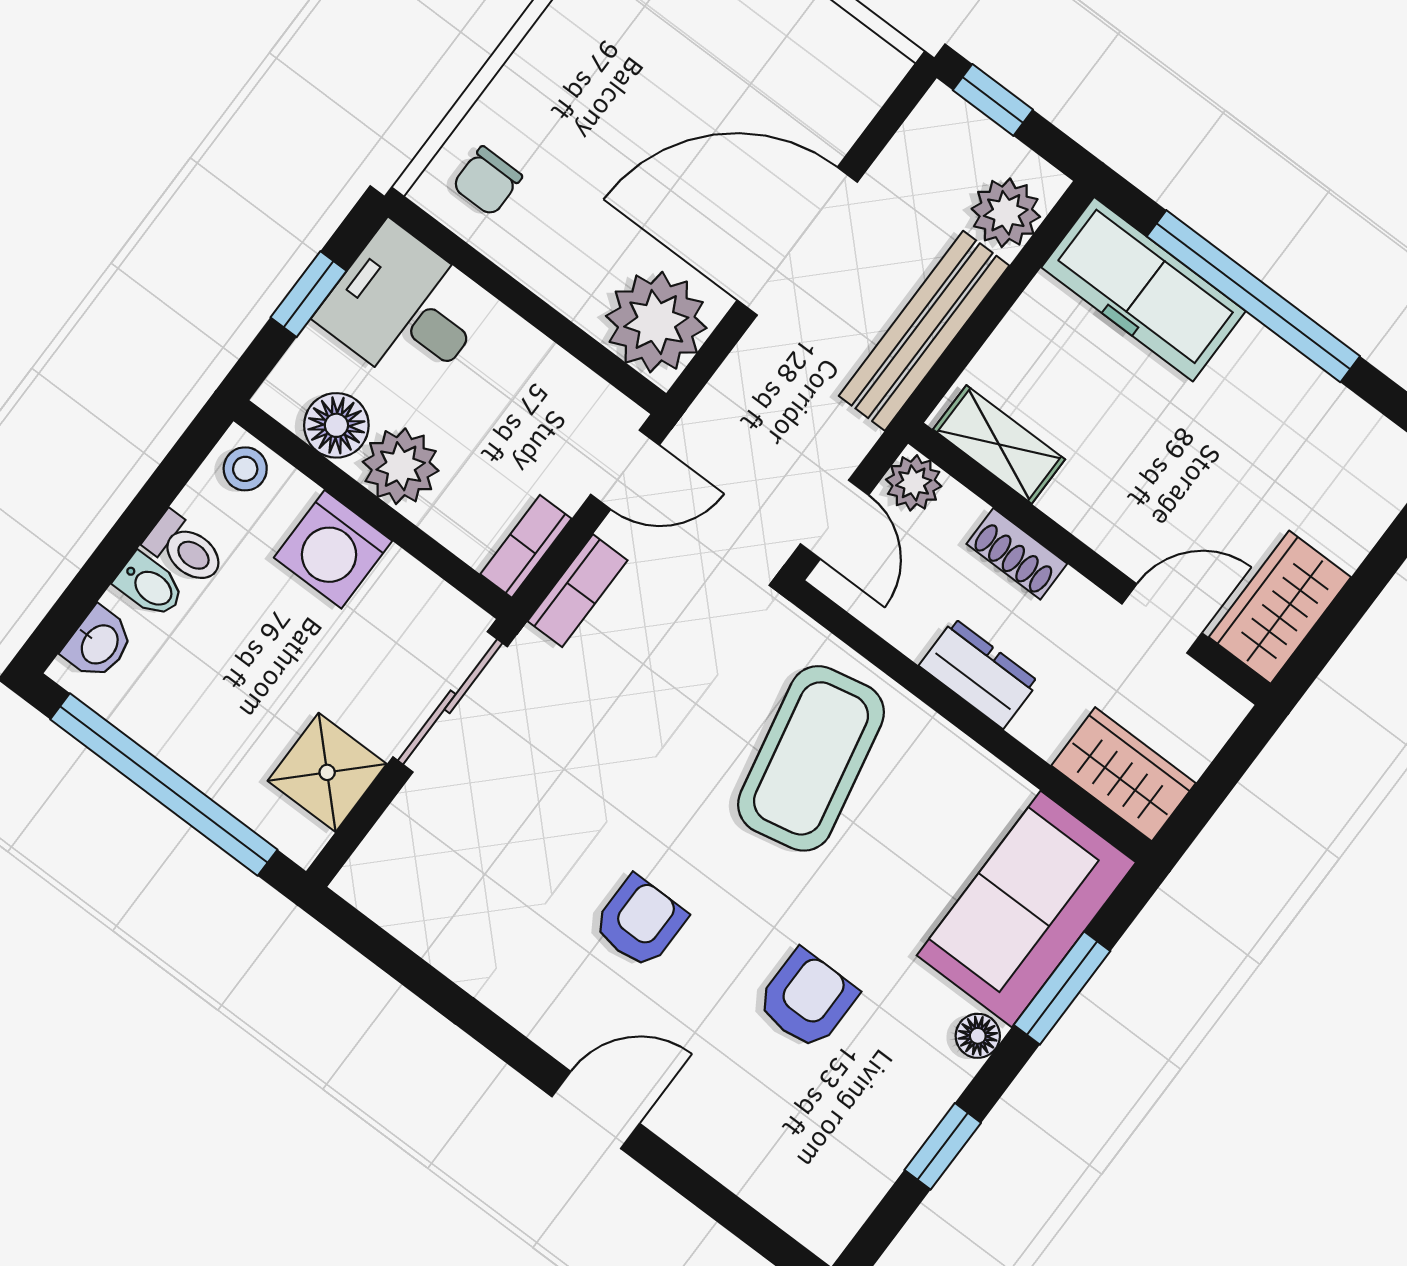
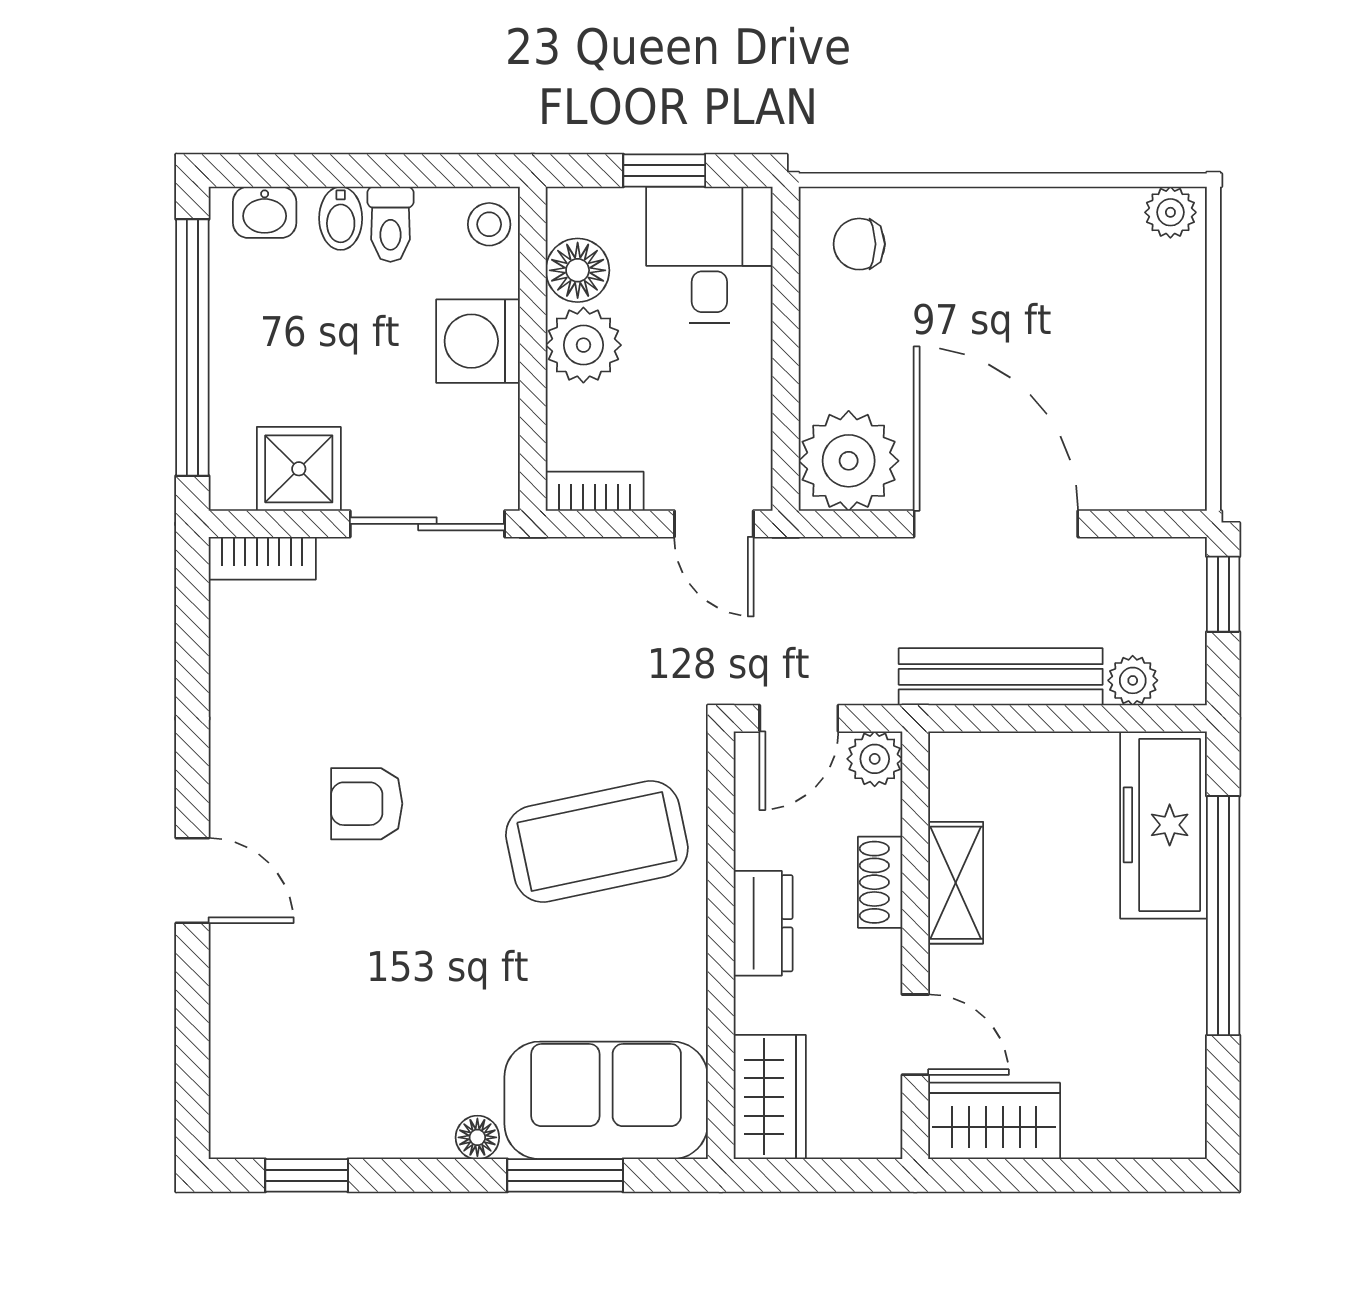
plant: (1006, 213) -> (1133, 680), width x0.73, depth x0.73
shelving: (999, 444) -> (956, 883), moved
bookcase: (578, 591) -> (262, 558), moved
armchair: (640, 922) -> (367, 804), turned 180
armchair: (807, 999) -> (405, 981), removed
window: (943, 1146) -> (307, 1175), moved

